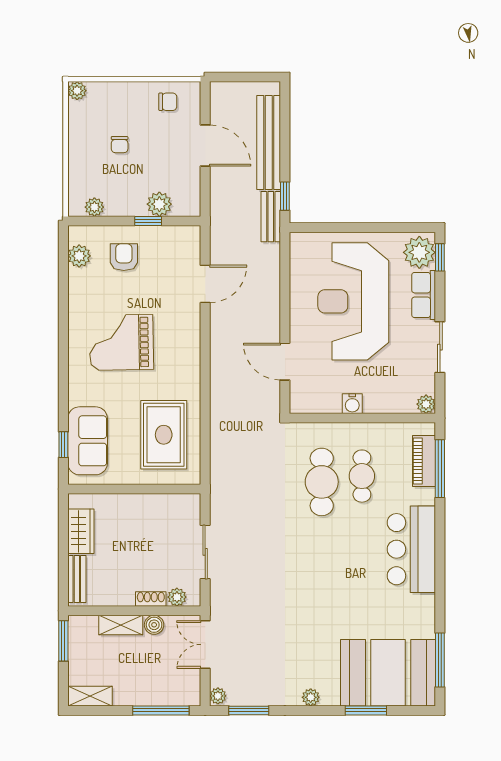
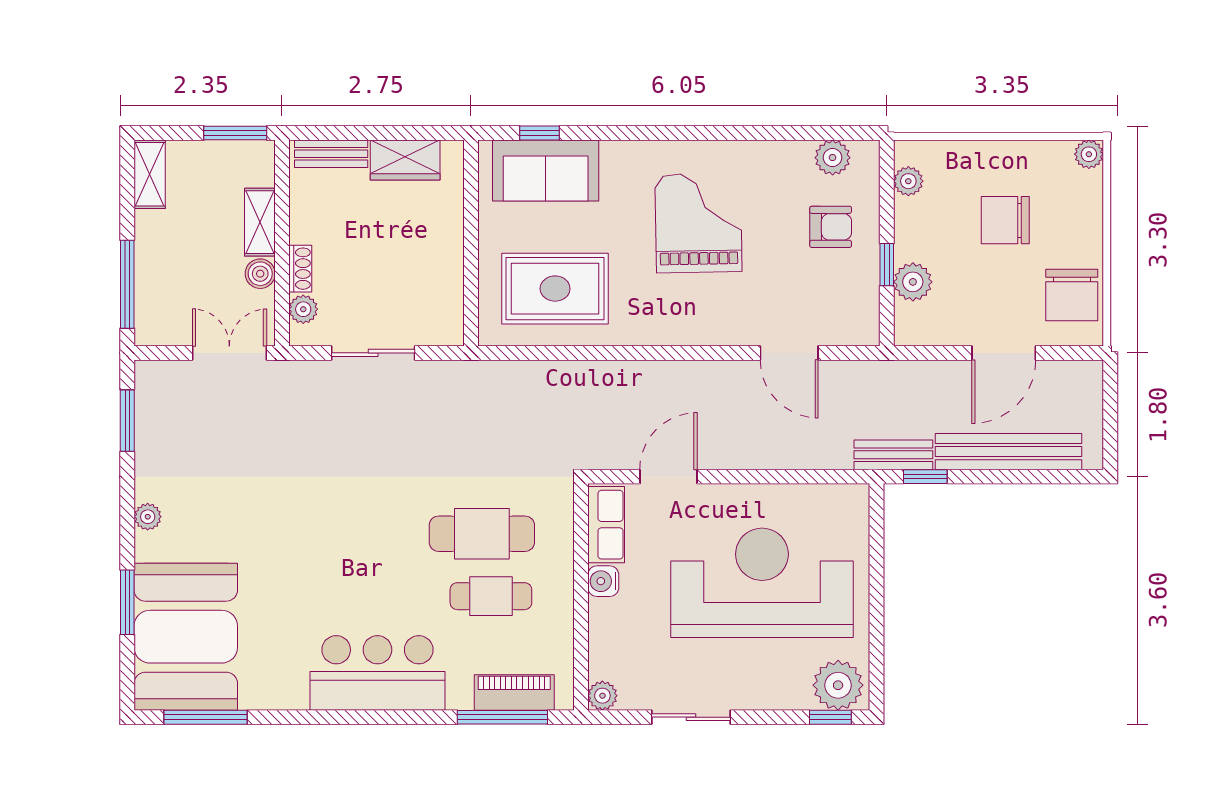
chair: (168, 102) -> (1072, 295), width x1.87, depth x1.87
chair: (120, 145) -> (1005, 220), width x1.87, depth x1.87
row of seats: (424, 295) -> (606, 525), moved, turned 90
plant: (218, 696) -> (150, 373), removed

